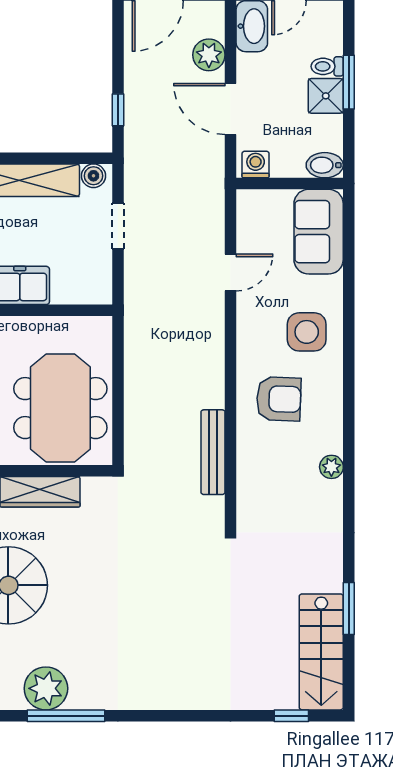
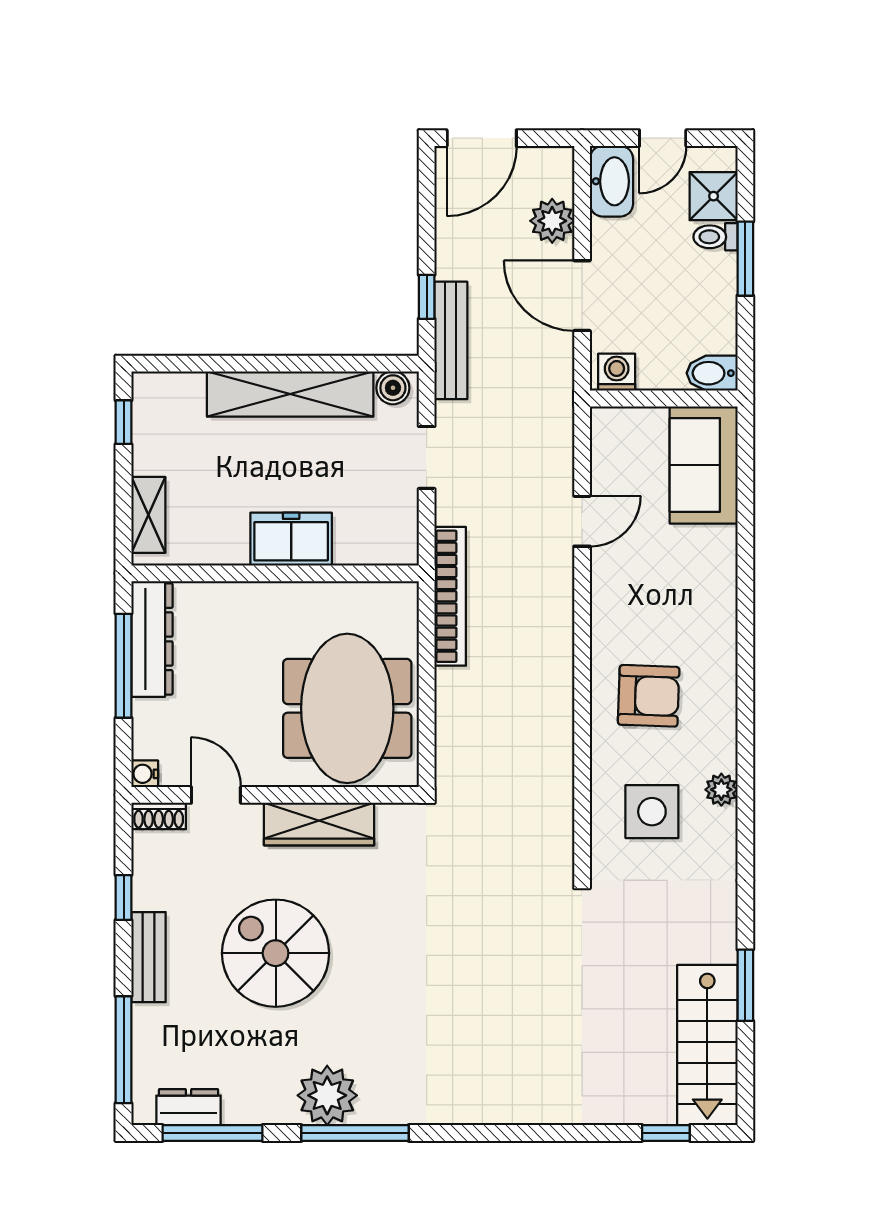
shower: (326, 96) -> (714, 196), moved
bookcase: (135, 327) -> (450, 596), added
side table: (307, 332) -> (652, 812), moved
bench: (213, 452) -> (451, 340), moved

